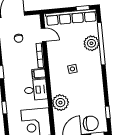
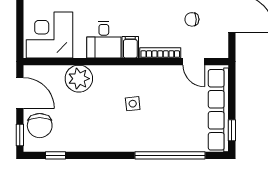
door: (44, 35) -> (194, 62), hinge flipped
plant: (91, 43) -> (172, 139), removed

